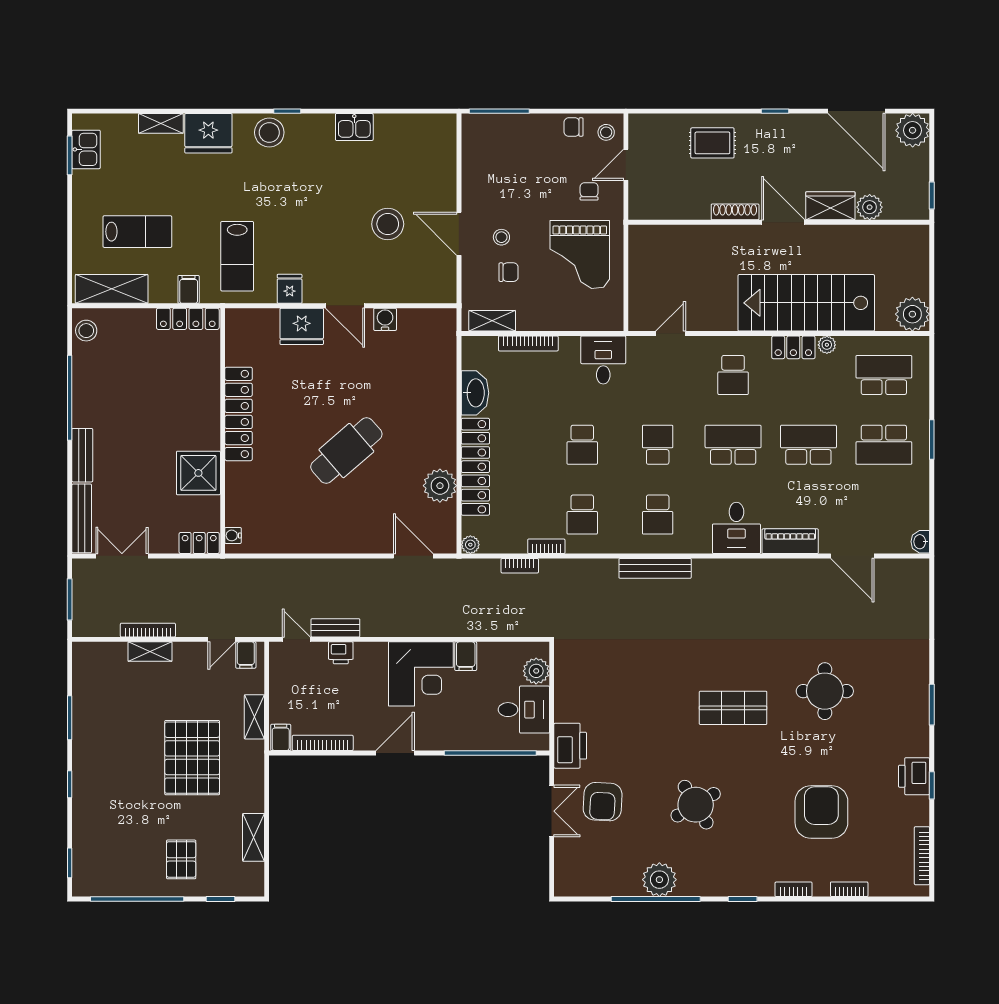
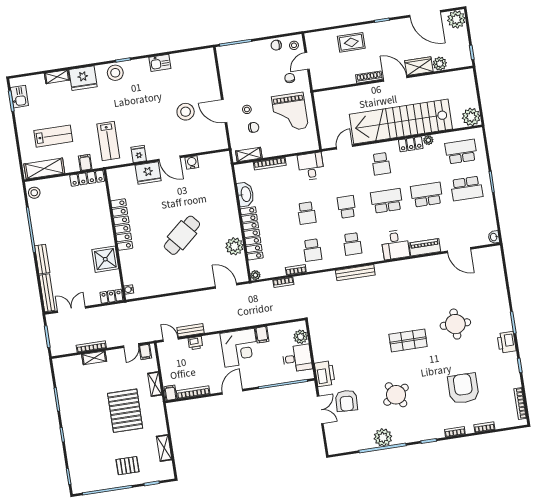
stairs: (806, 303) -> (401, 122), width x1.36
printer: (914, 776) -> (507, 342), moved
pallet: (181, 859) -> (128, 466), turned 90

